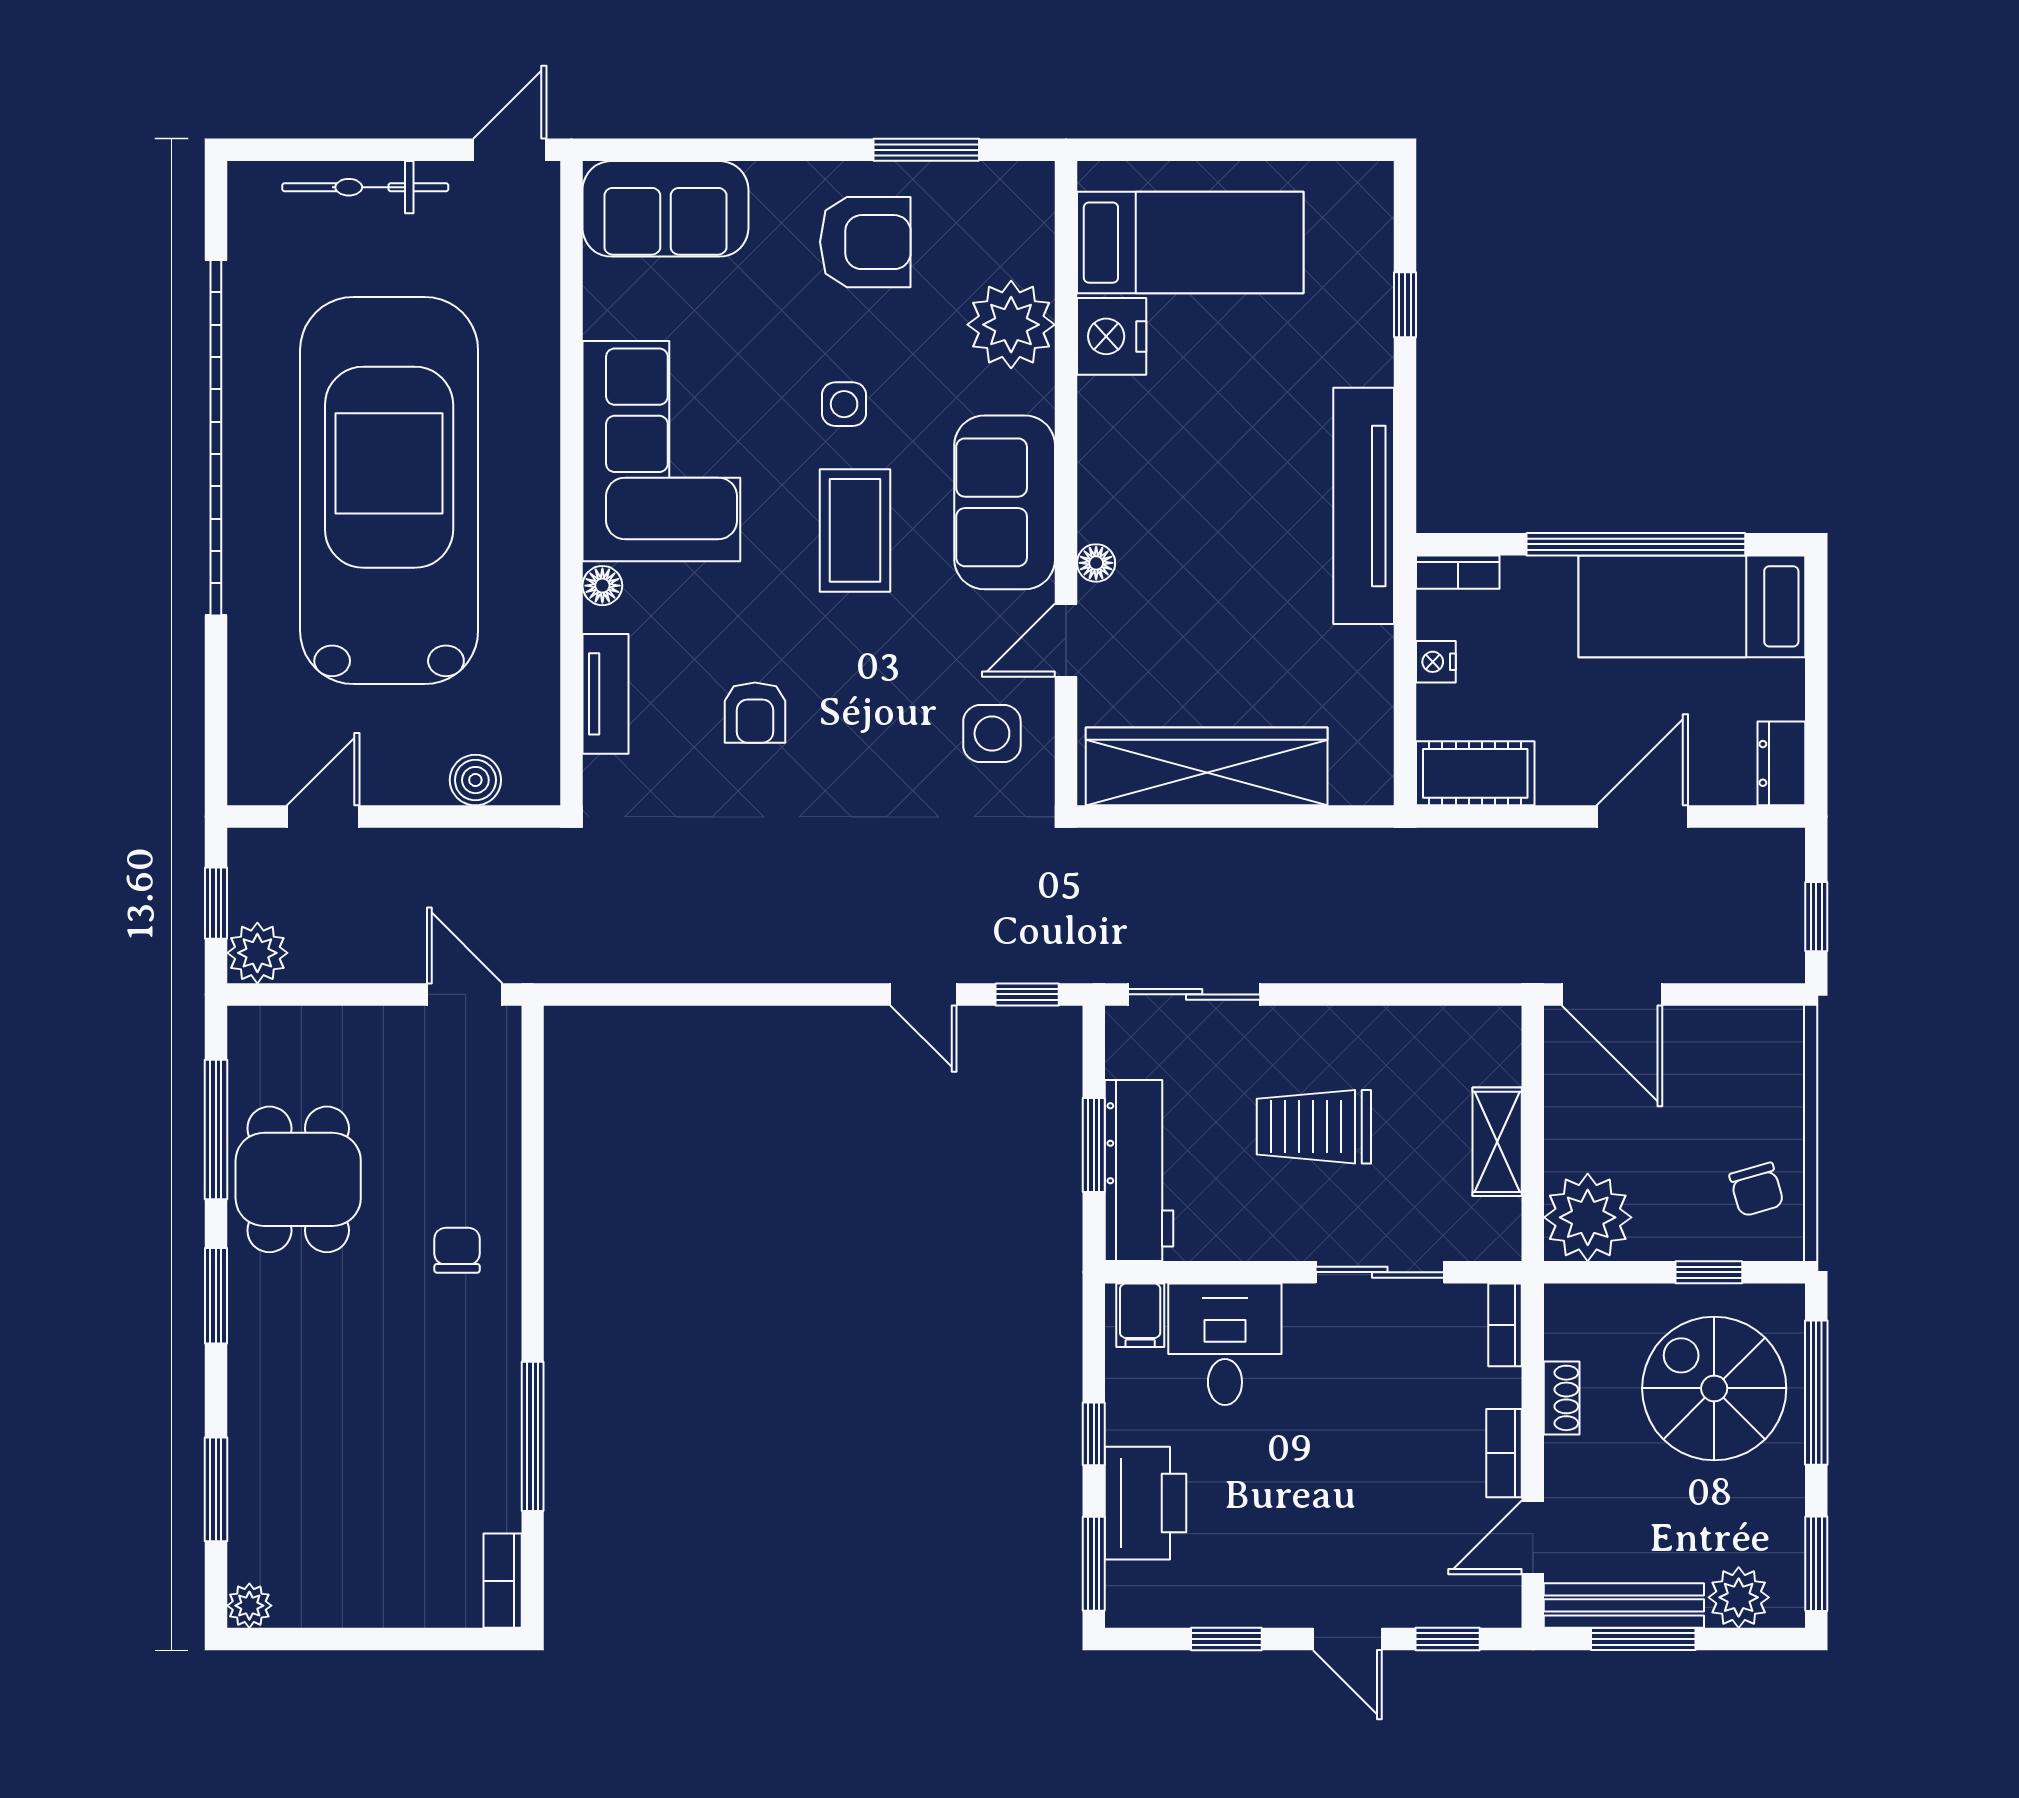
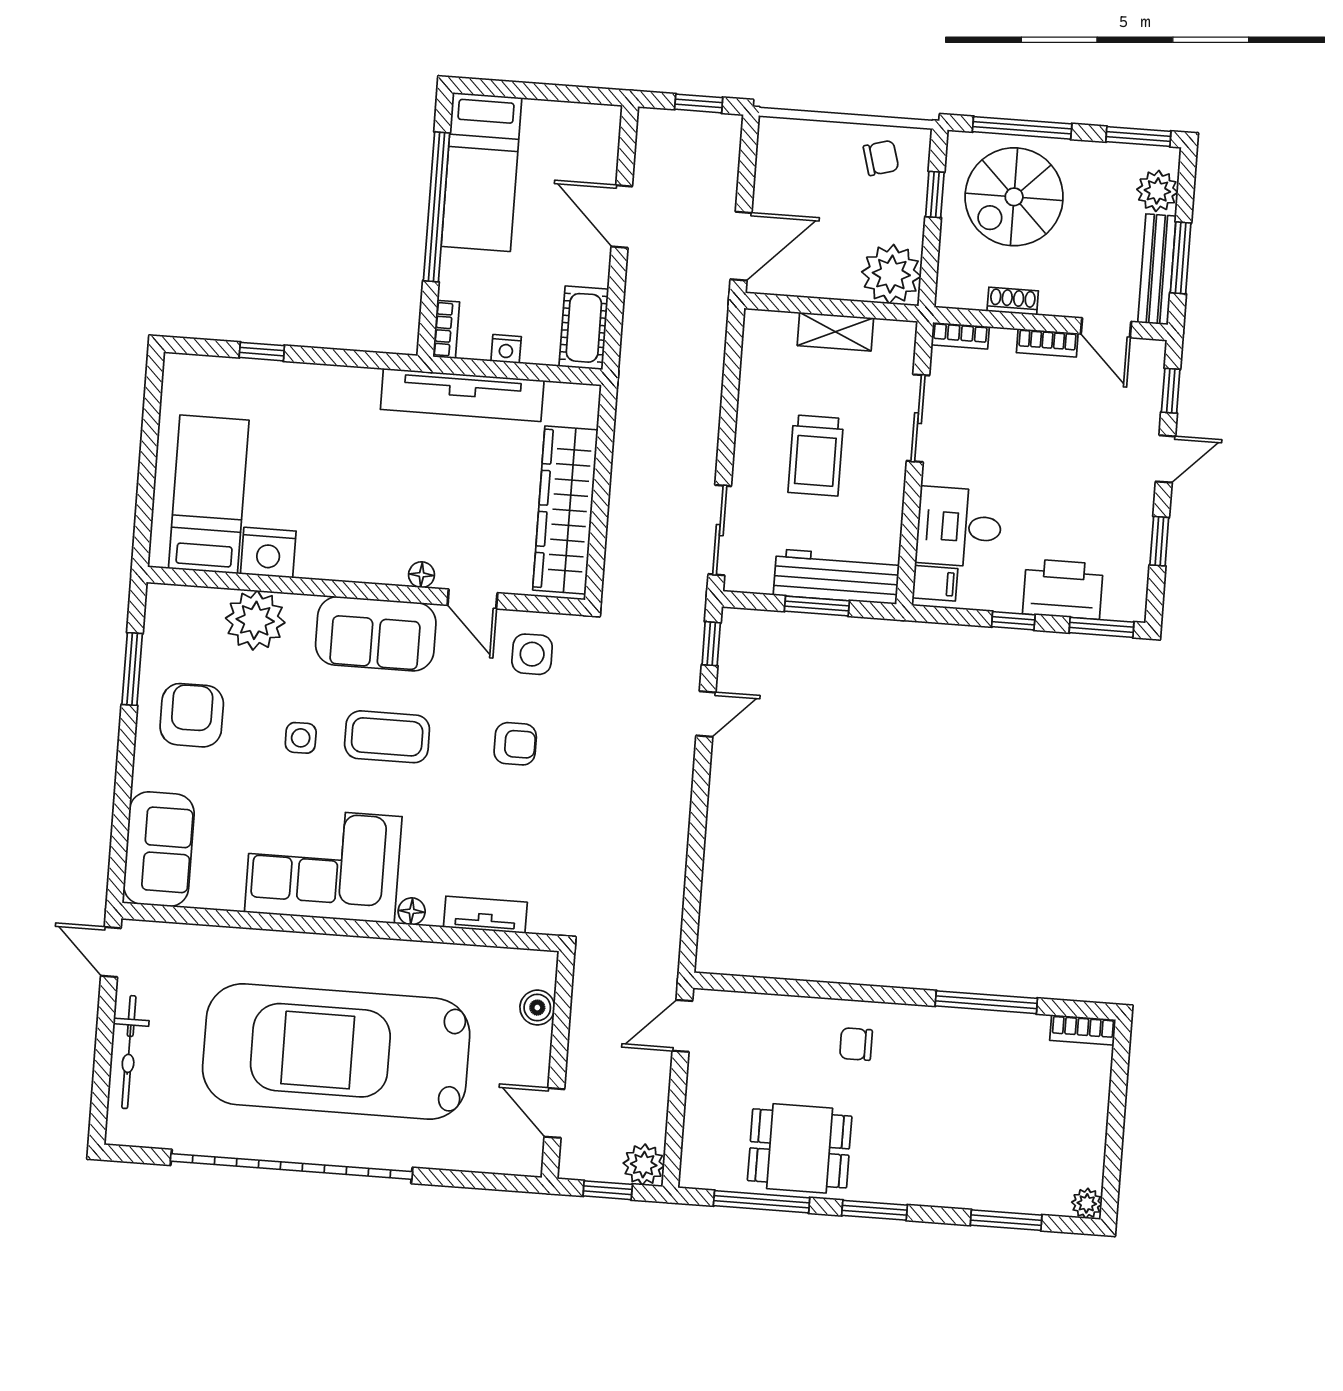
tv unit: (1364, 506) -> (462, 395), moved
armchair: (755, 713) -> (515, 744), moved
dresser: (1781, 763) -> (593, 119), removed

